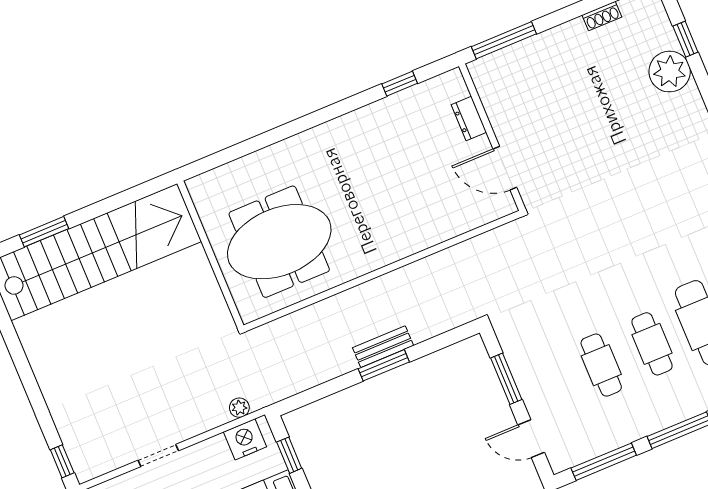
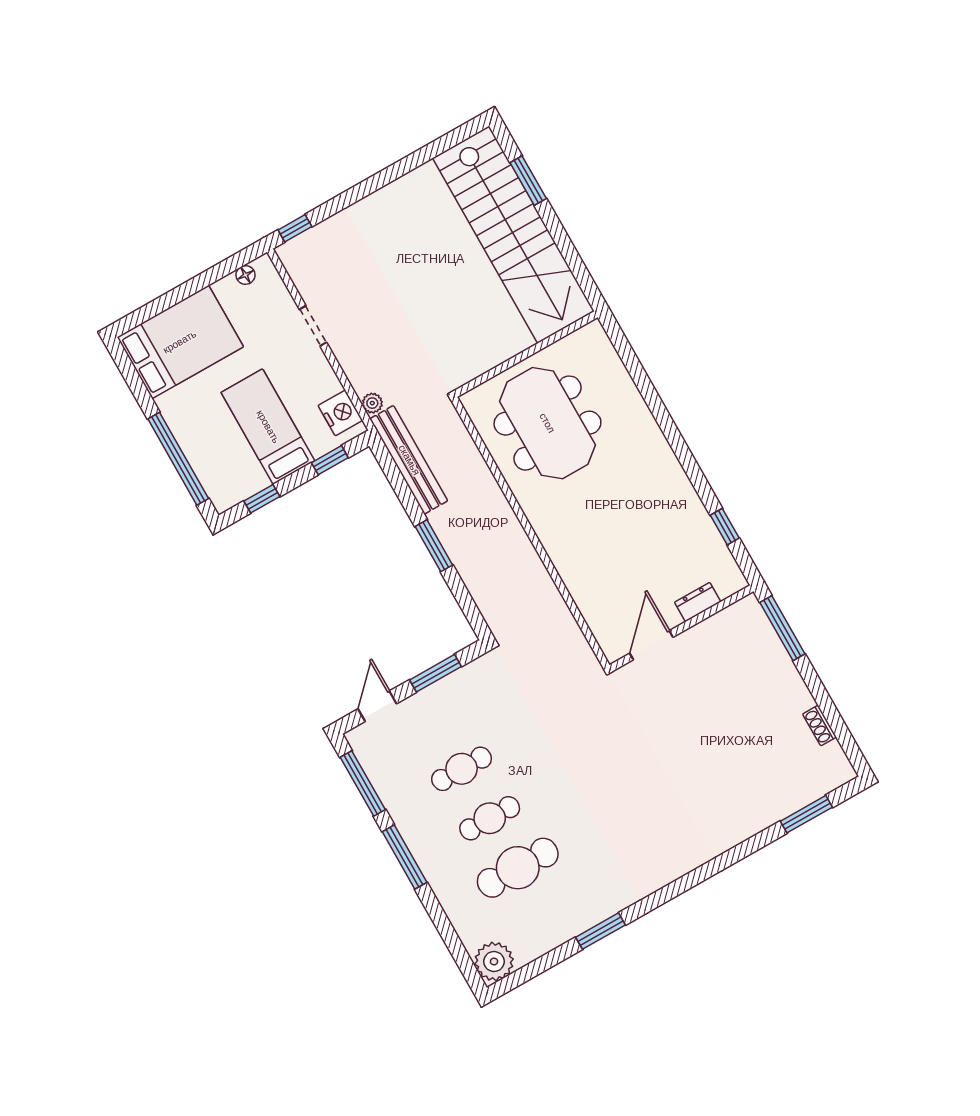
window: (685, 39) -> (806, 814), width x1.50
plant: (670, 72) -> (771, 802), removed
bench: (383, 347) -> (409, 460), moved, width x1.86, depth x1.21

